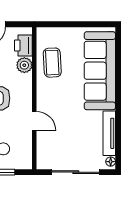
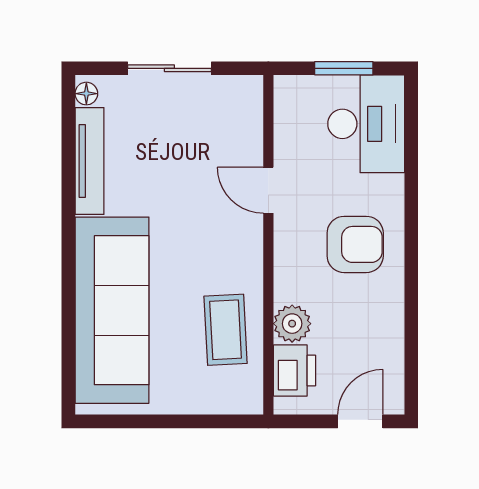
sliding door: (76, 172) -> (169, 68), width x0.73

